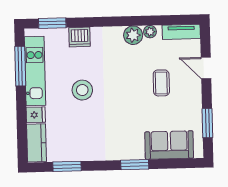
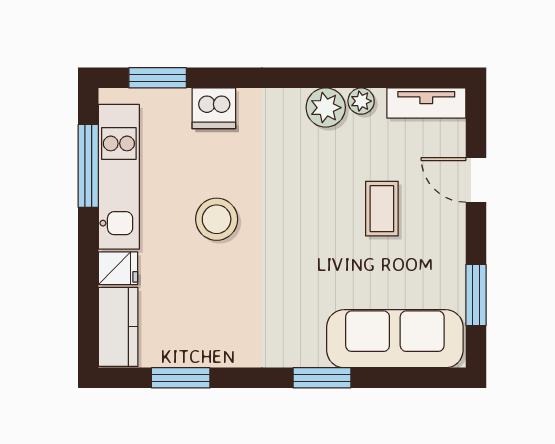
sofa: (169, 145) -> (395, 339), width x1.36

